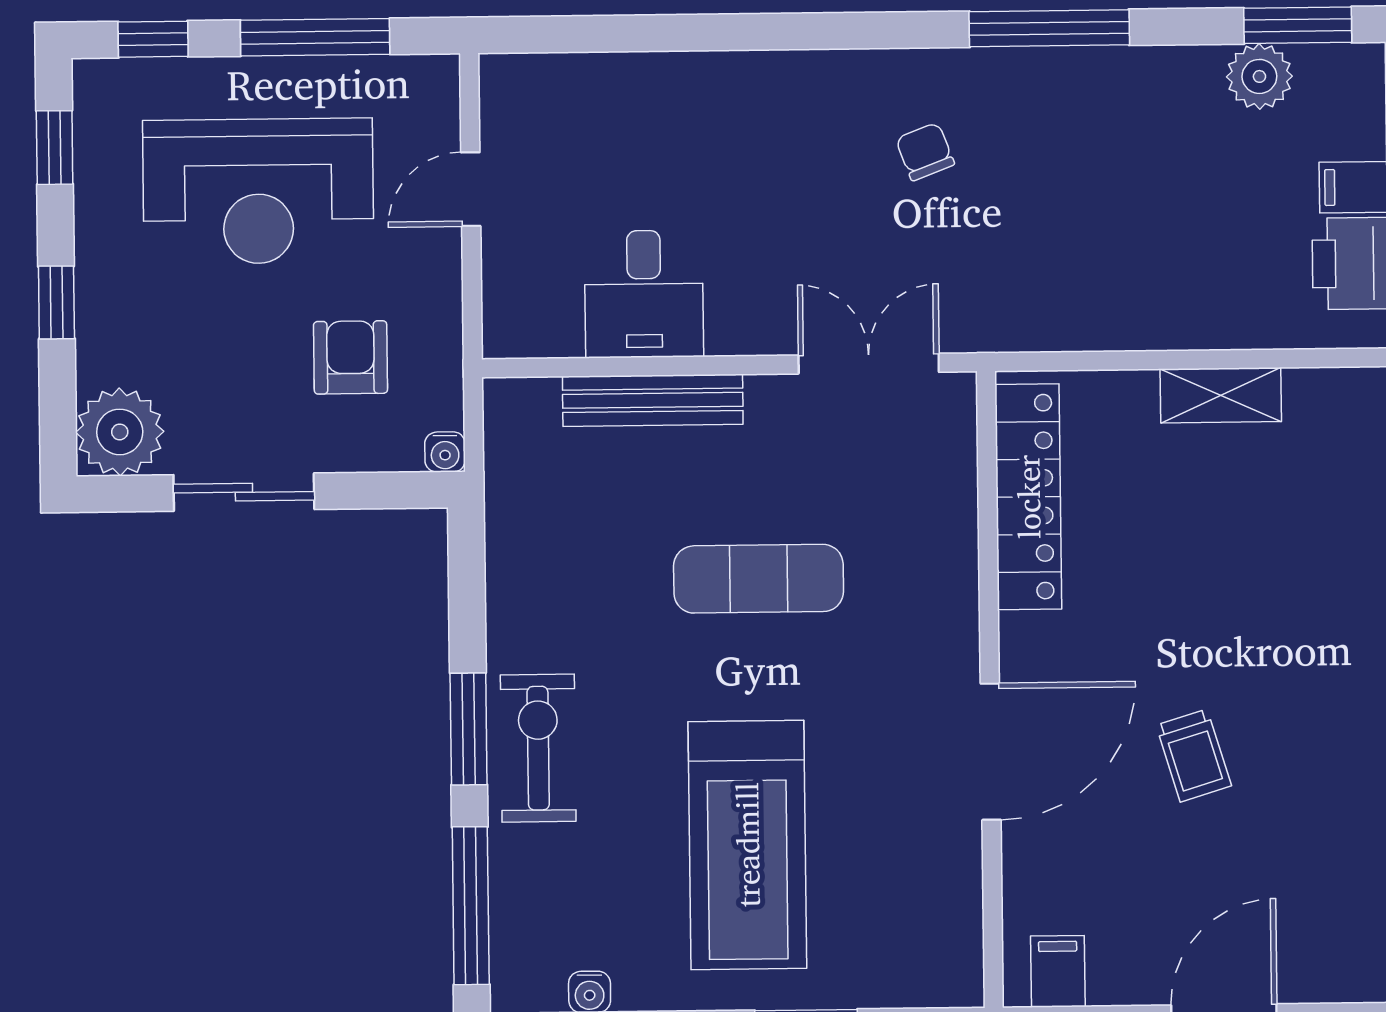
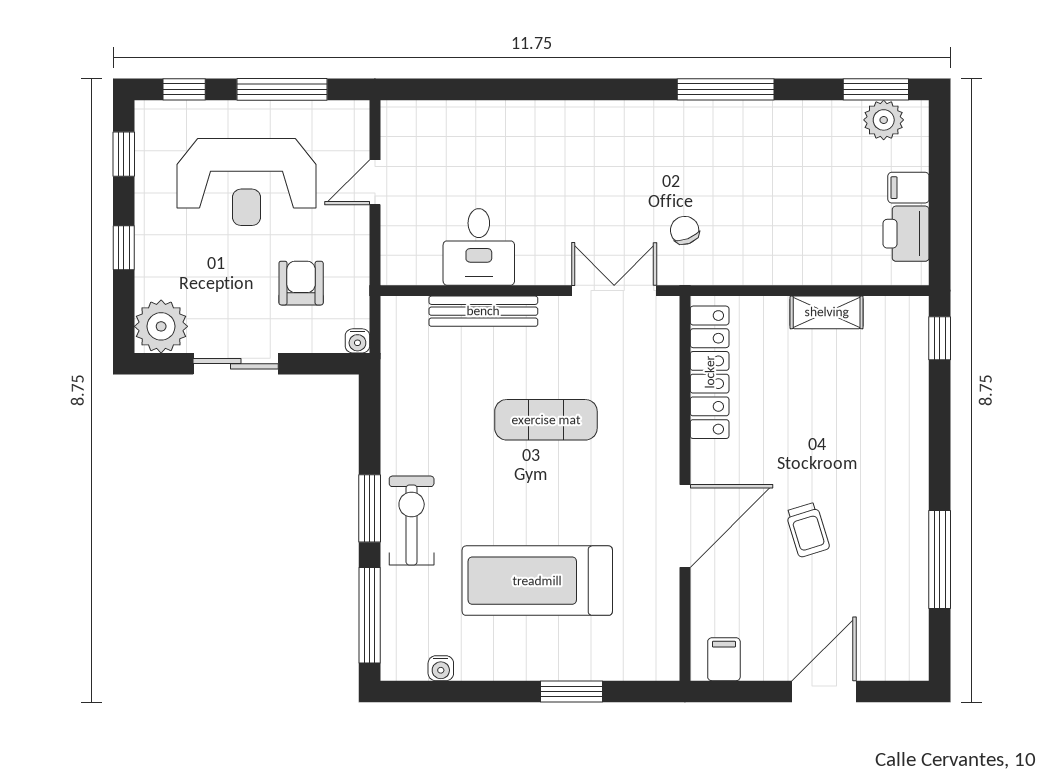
plant: (1259, 76) -> (884, 120), moved
chair: (925, 152) -> (685, 230), moved
treadmill: (747, 845) -> (537, 581), turned 90

